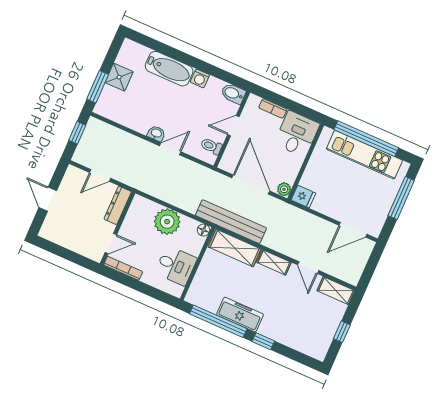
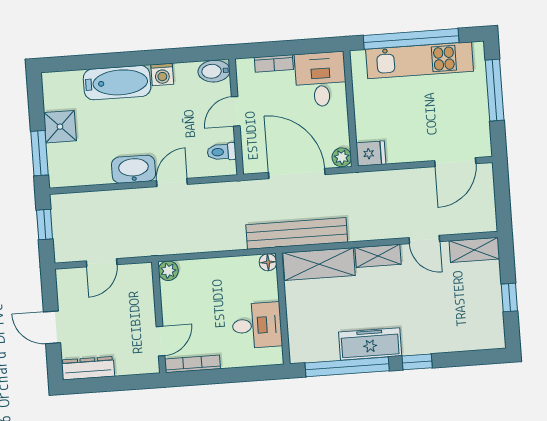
washbasin: (156, 133) -> (134, 169), width x1.91, depth x1.45
dresser: (118, 205) -> (88, 368), moved, turned 90
plant: (167, 222) -> (168, 271), moved, width x0.53, depth x0.53

